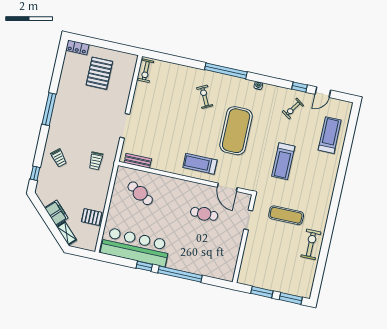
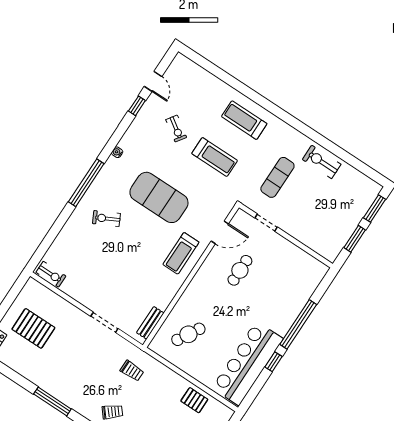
exercise bike: (293, 109) -> (176, 129), moved
treadmill: (330, 135) -> (244, 120), moved
pallet: (92, 217) -> (194, 400), turned 90

